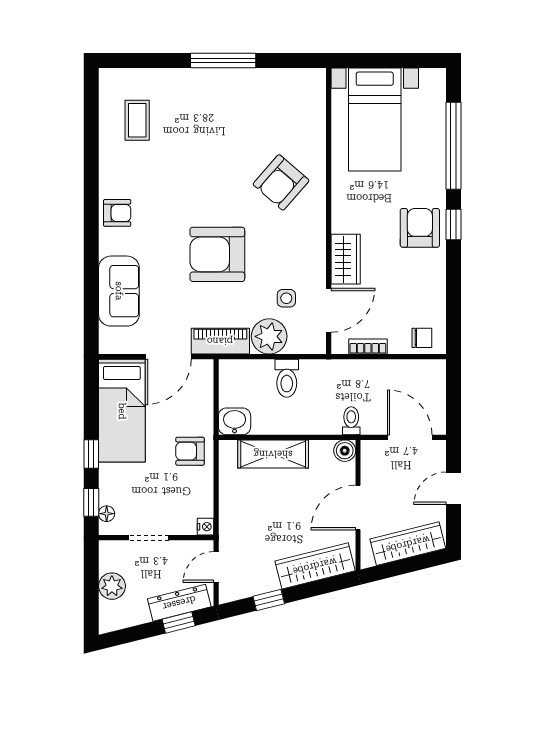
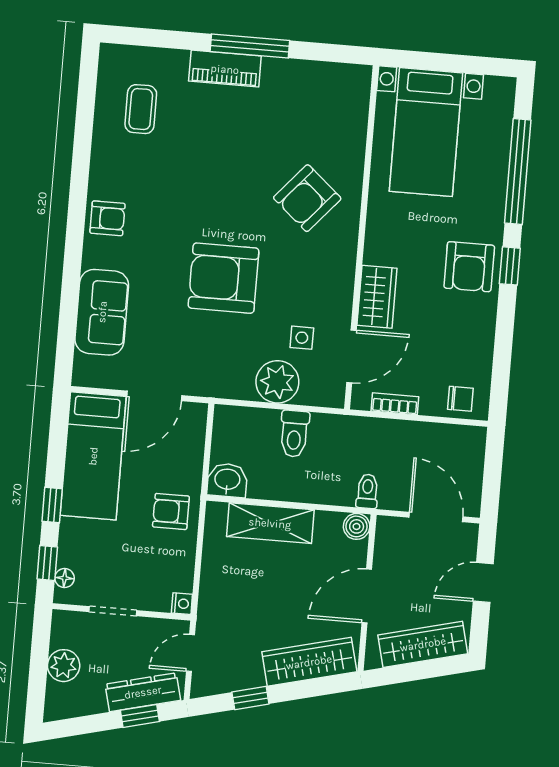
armchair: (420, 228) -> (469, 267), turned 180
piano: (220, 341) -> (225, 69), moved, turned 180

